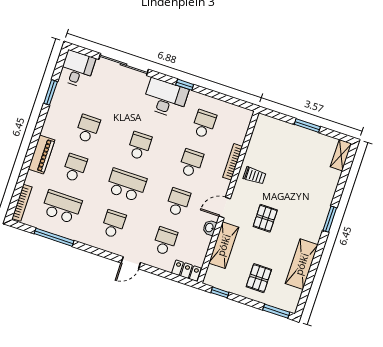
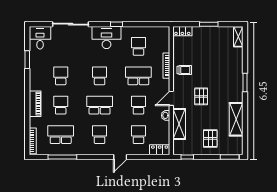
locker: (269, 123) -> (182, 31), added
school desk: (191, 163) -> (138, 76), width x1.85

